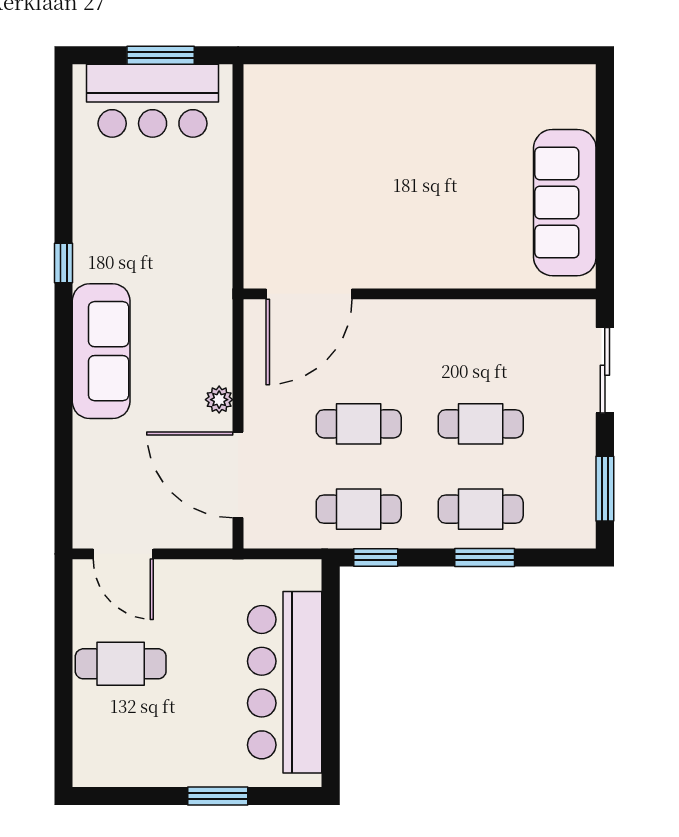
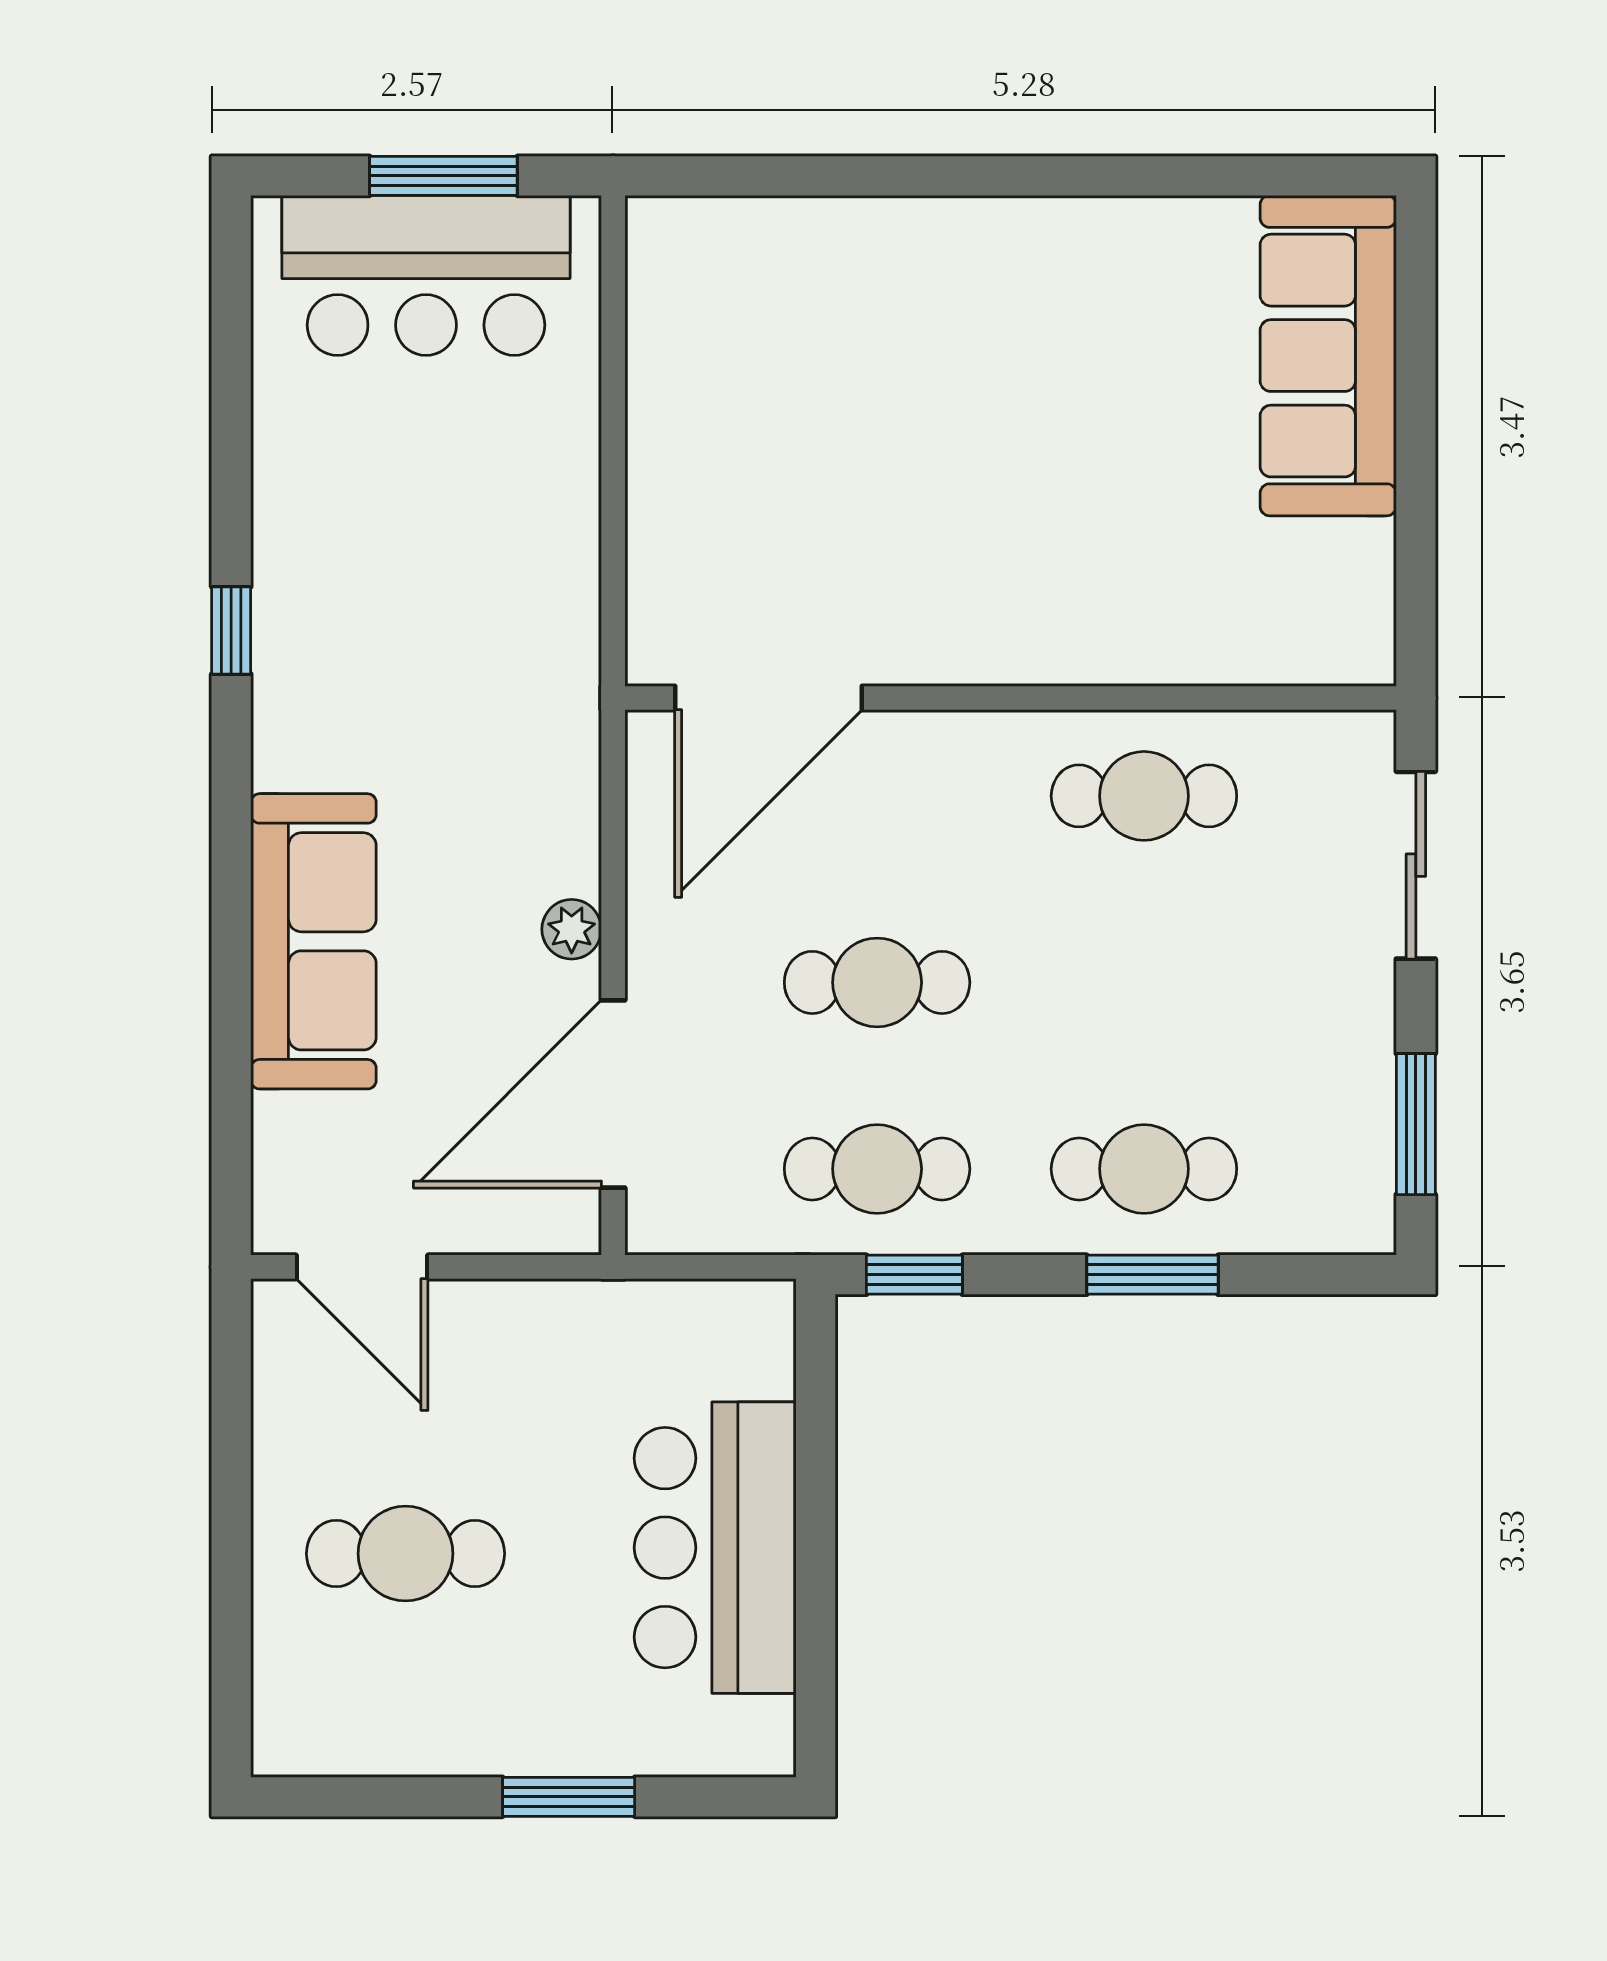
sofa: (565, 203) -> (1328, 356), moved
sofa: (101, 351) -> (313, 941), moved
cafe table: (481, 424) -> (1144, 796), moved
door: (238, 475) -> (613, 1094), hinge flipped
cafe table: (121, 664) -> (405, 1554), moved
bar counter: (285, 682) -> (715, 1548), width x0.73

